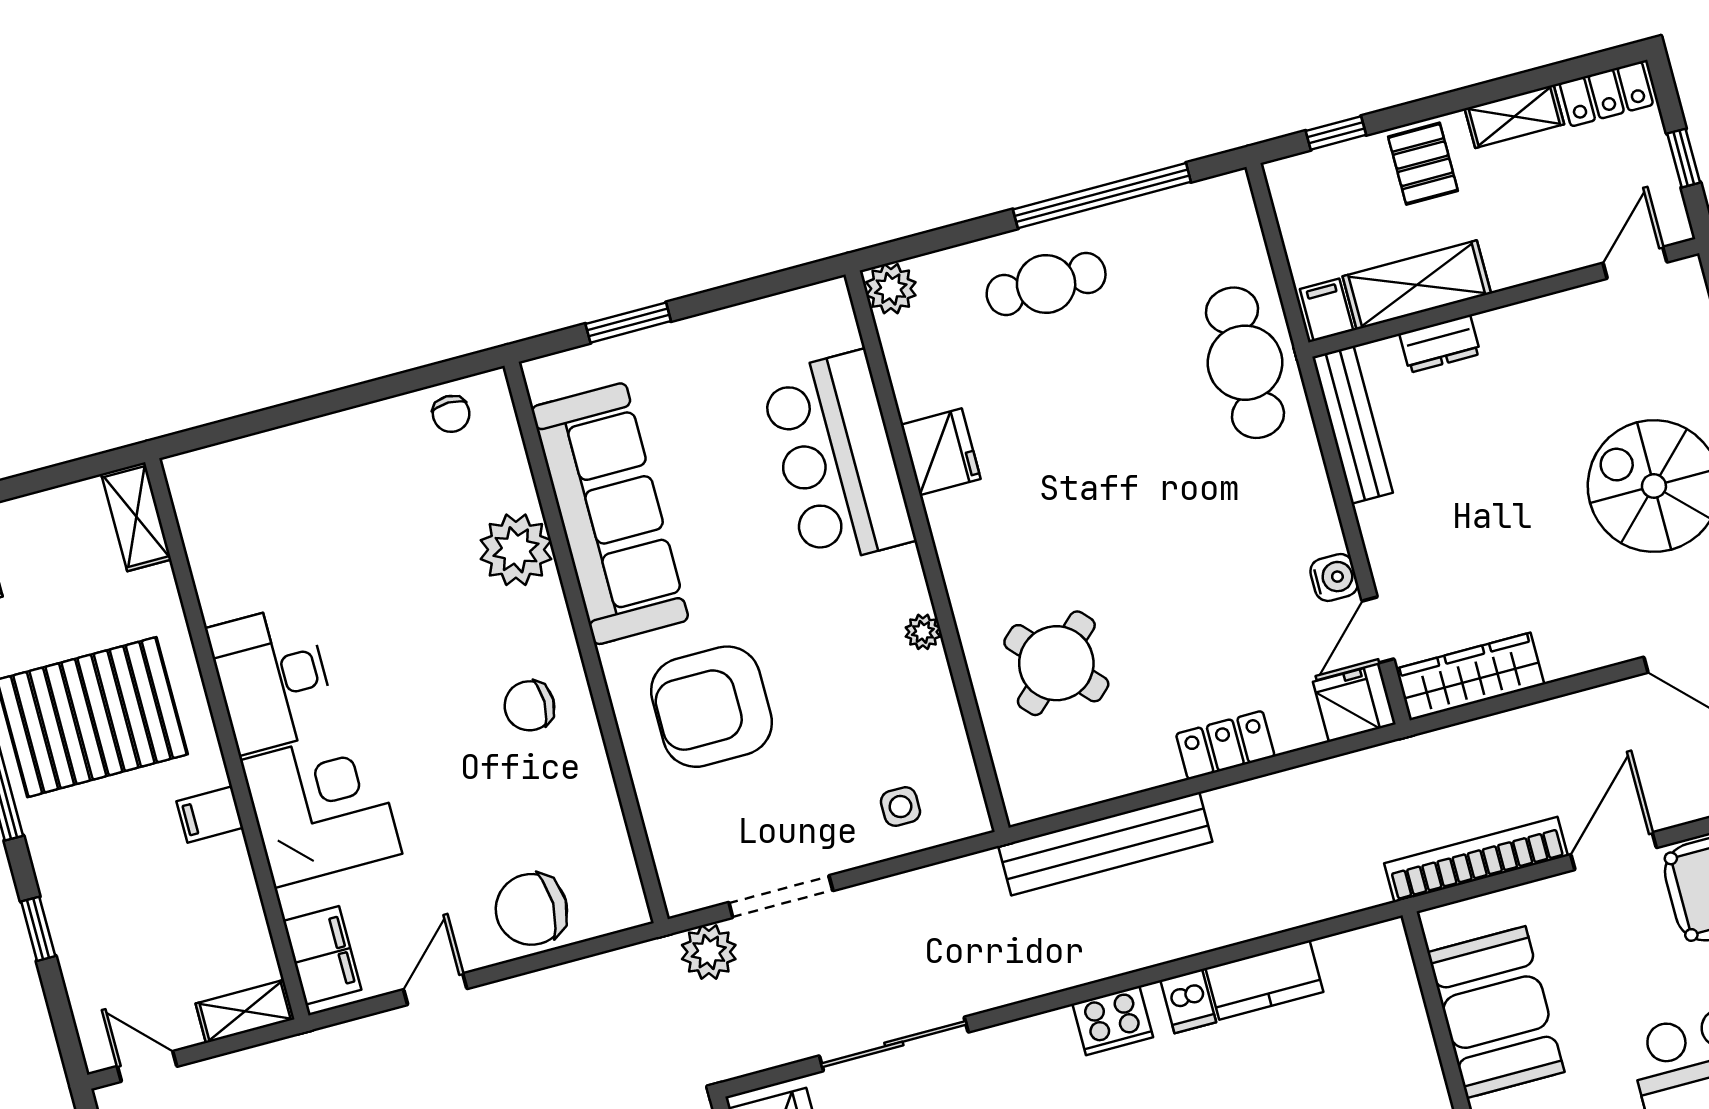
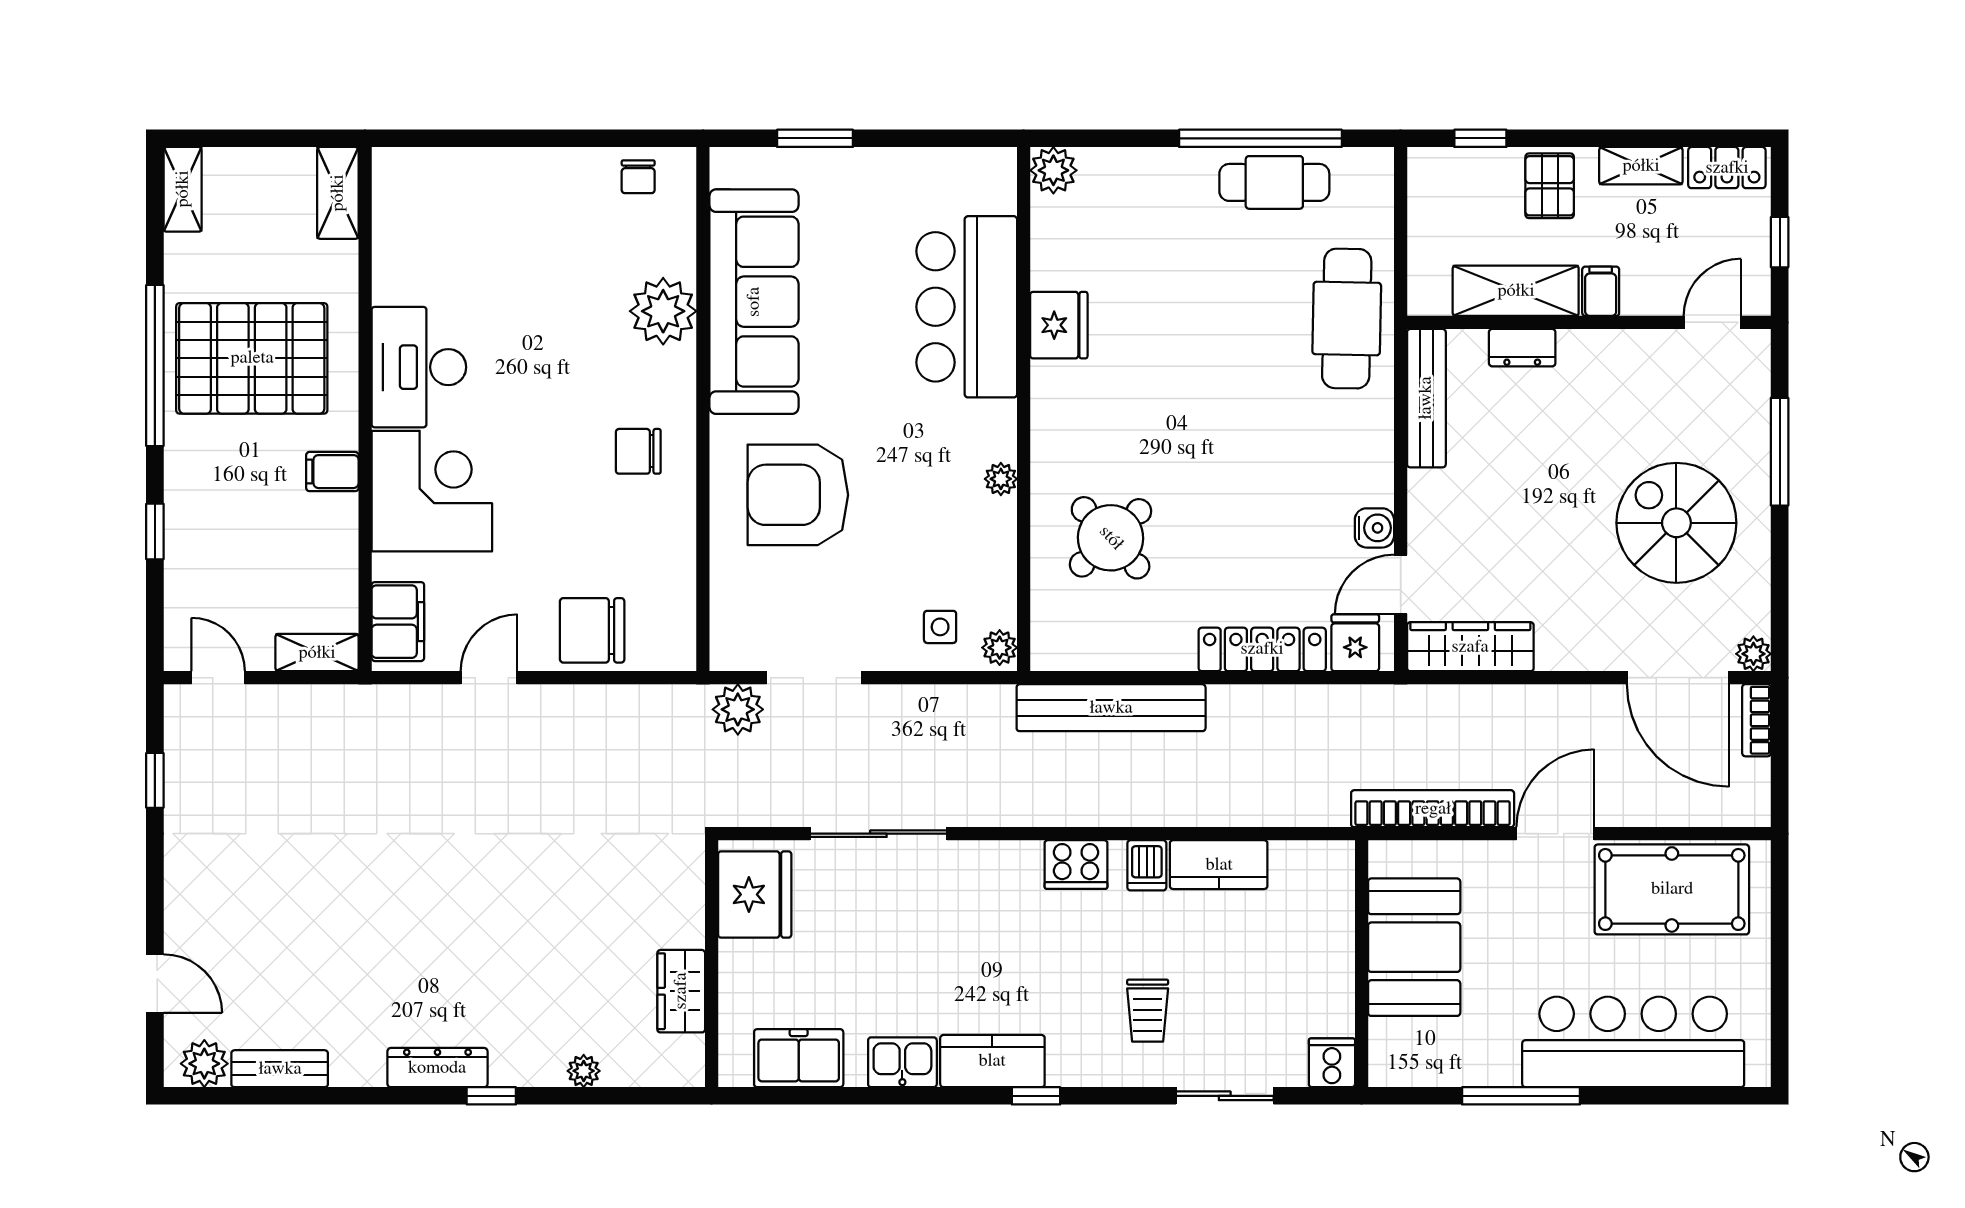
cafe table: (1046, 284) -> (1274, 182), moved
filing cabinet: (1327, 310) -> (1601, 291), moved
locker: (1225, 745) -> (1262, 649), width x1.53
plant: (970, 812) -> (1000, 648), added

